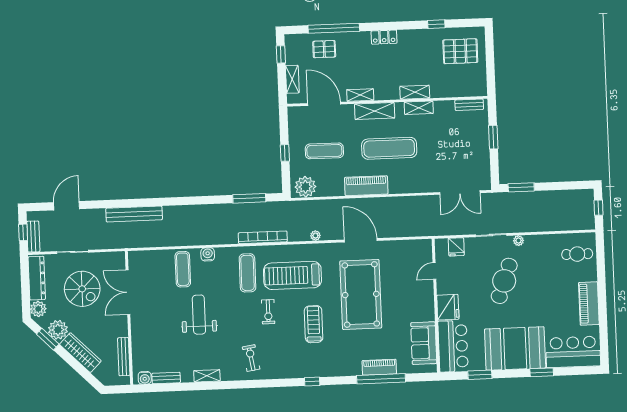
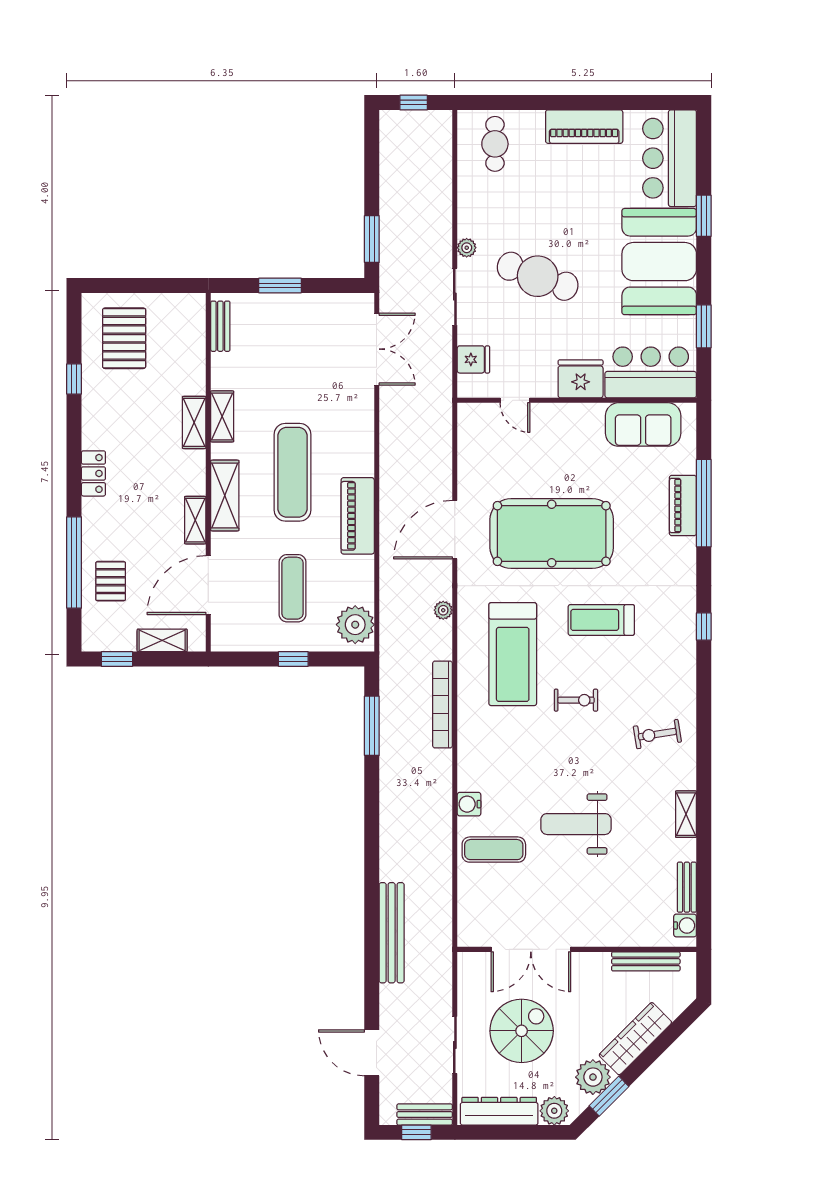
exercise mat: (247, 273) -> (505, 734), removed

